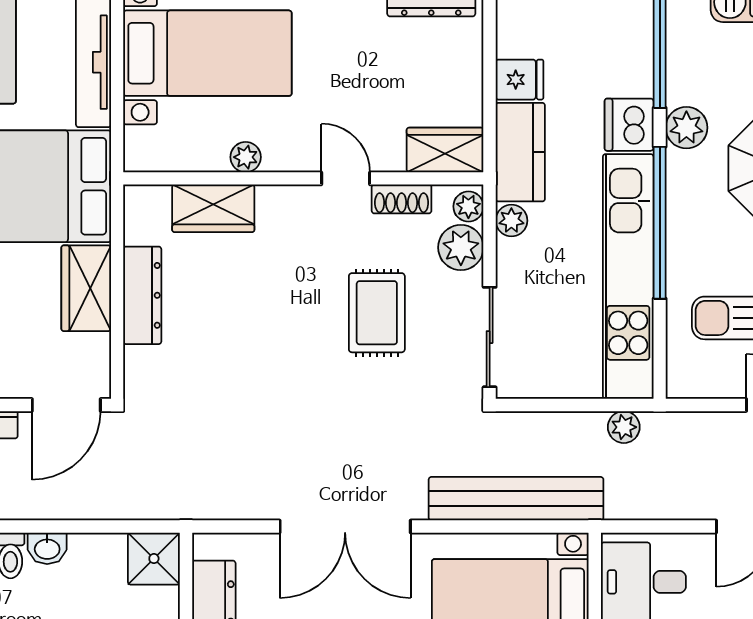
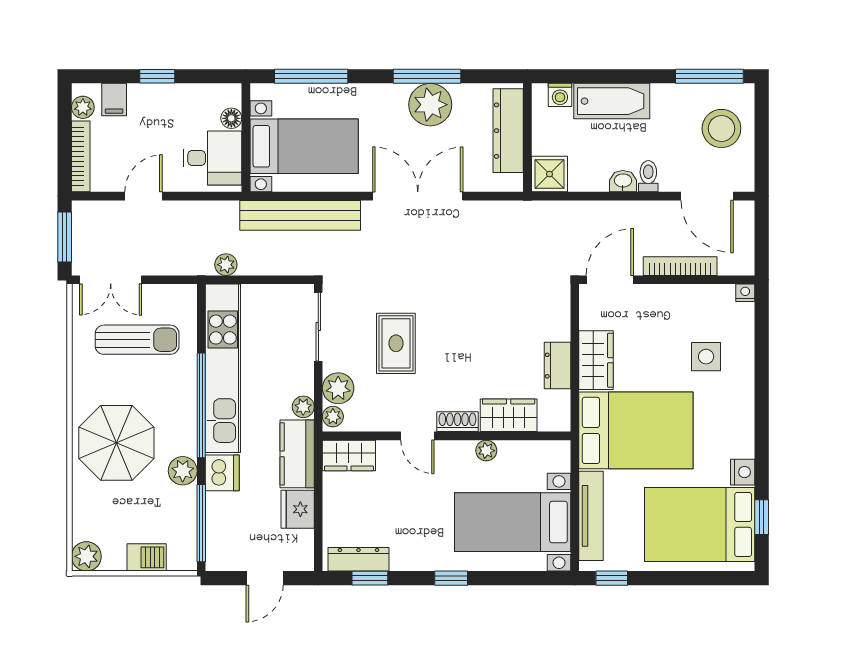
fridge: (520, 80) -> (298, 509), width x1.38
shoe rack: (402, 199) -> (457, 422), moved
dresser: (142, 295) -> (557, 366), width x0.70

